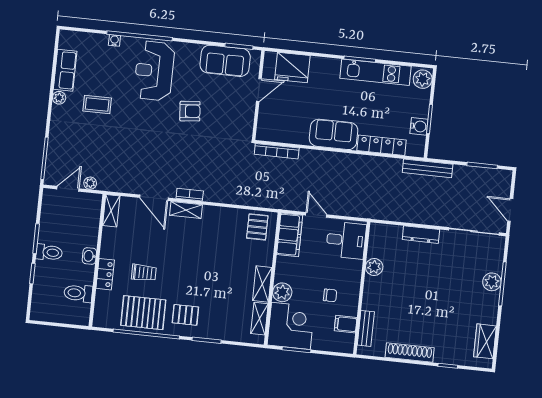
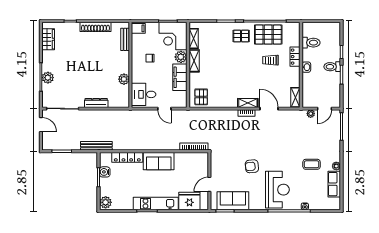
kitchen unit: (376, 72) -> (156, 204), moved
filing cabinet: (290, 235) -> (180, 77), moved
filing cabinet: (346, 324) -> (138, 28), moved

